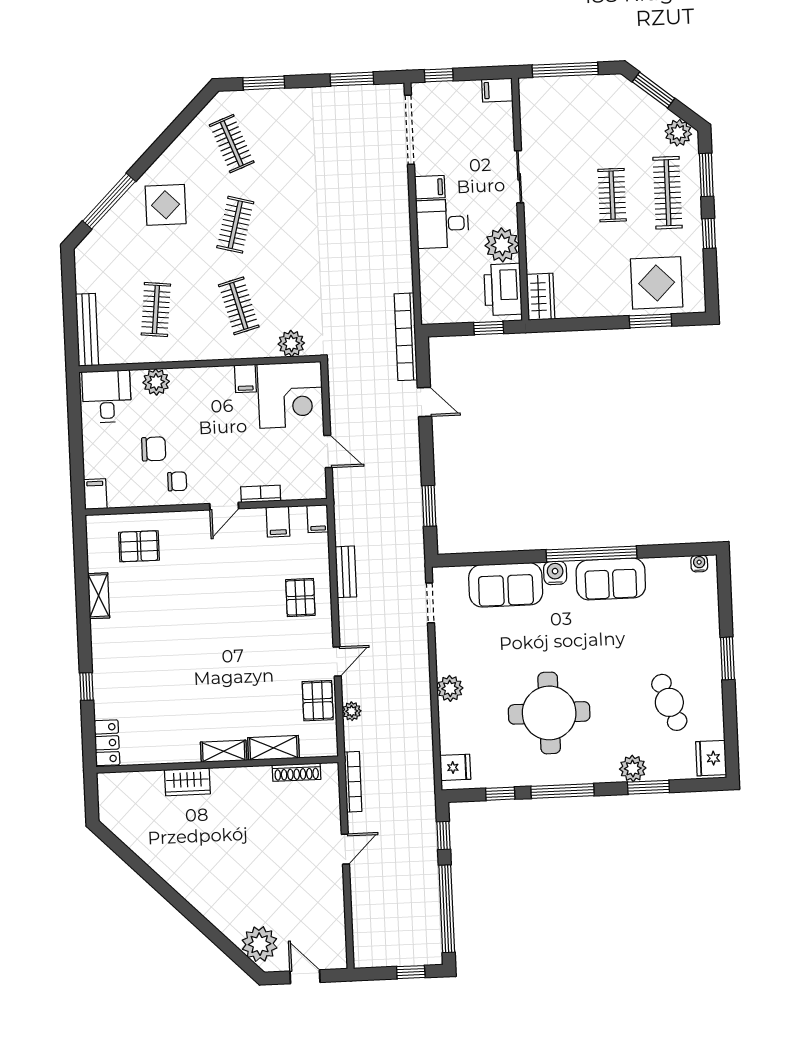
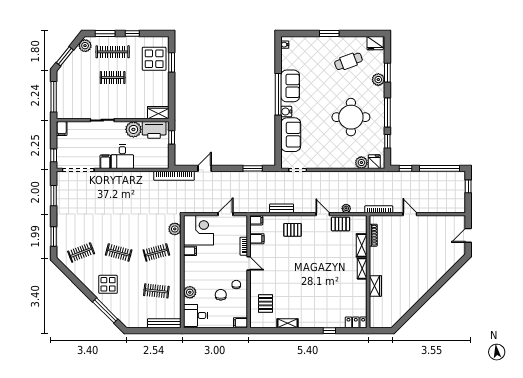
plant: (450, 688) -> (361, 163), moved
plant: (260, 944) -> (452, 256), removed

